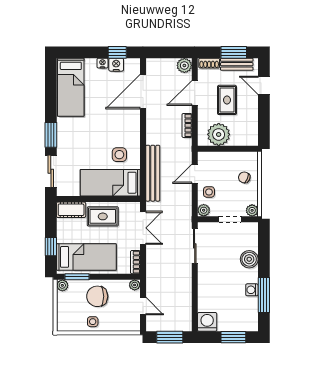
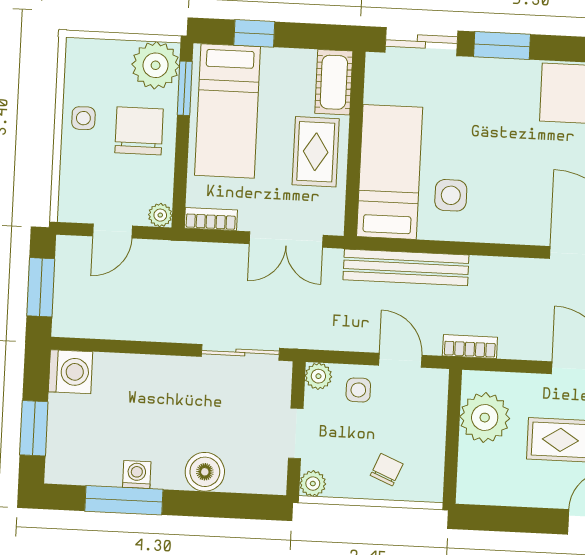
bookcase: (187, 125) -> (470, 346), moved
plant: (62, 285) -> (156, 65), width x1.88, depth x1.88

